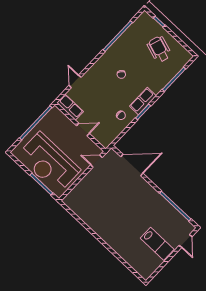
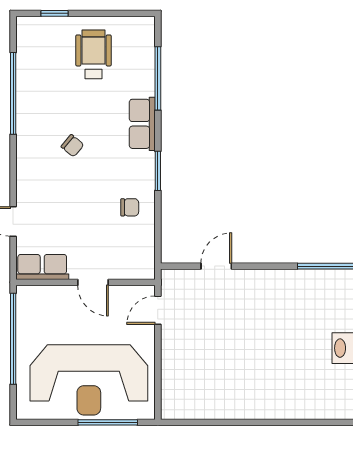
wheelchair: (159, 49) -> (94, 54), turned 72
row of seats: (143, 101) -> (142, 124), moved
door: (83, 130) -> (93, 282), swing flipped
door: (132, 165) -> (216, 266), width x0.53

